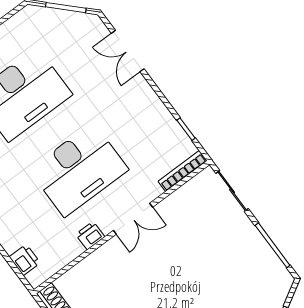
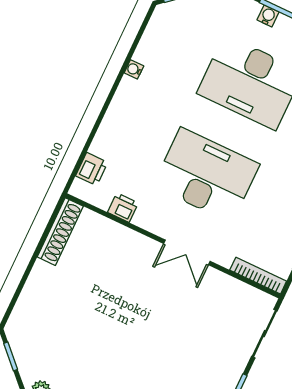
desk: (79, 170) -> (206, 175), turned 180
printer: (90, 236) -> (123, 208), moved

